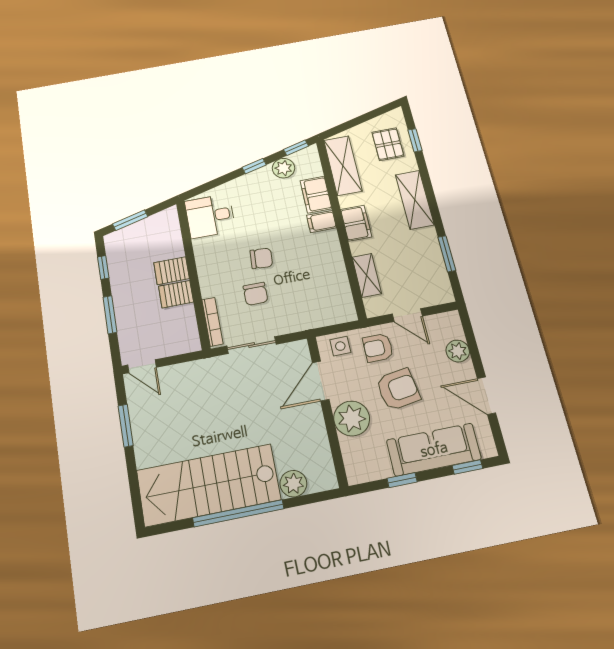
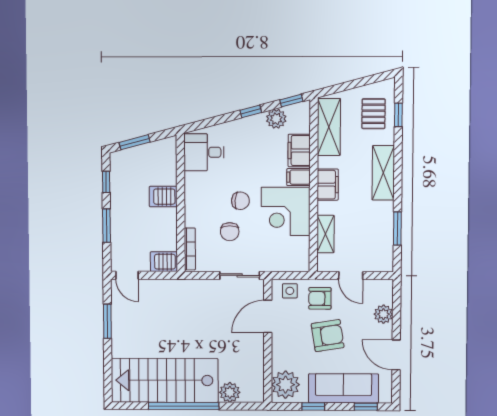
corner desk: (315, 260) -> (286, 211), added
server rack: (176, 294) -> (164, 262), moved
sliding door: (252, 345) -> (240, 275), moved
plant: (352, 418) -> (286, 385), moved

